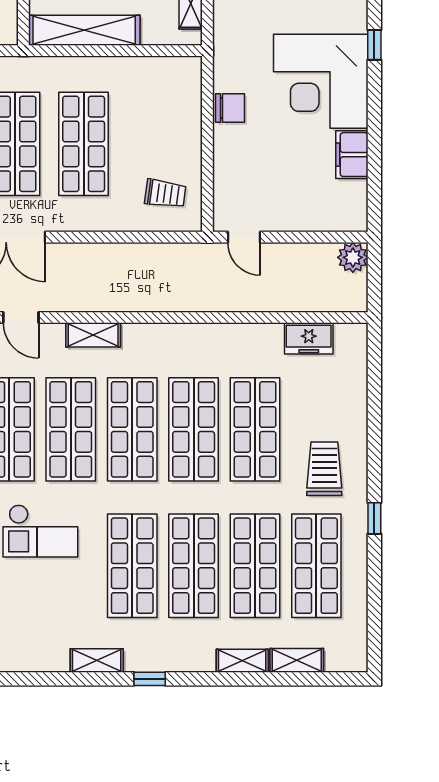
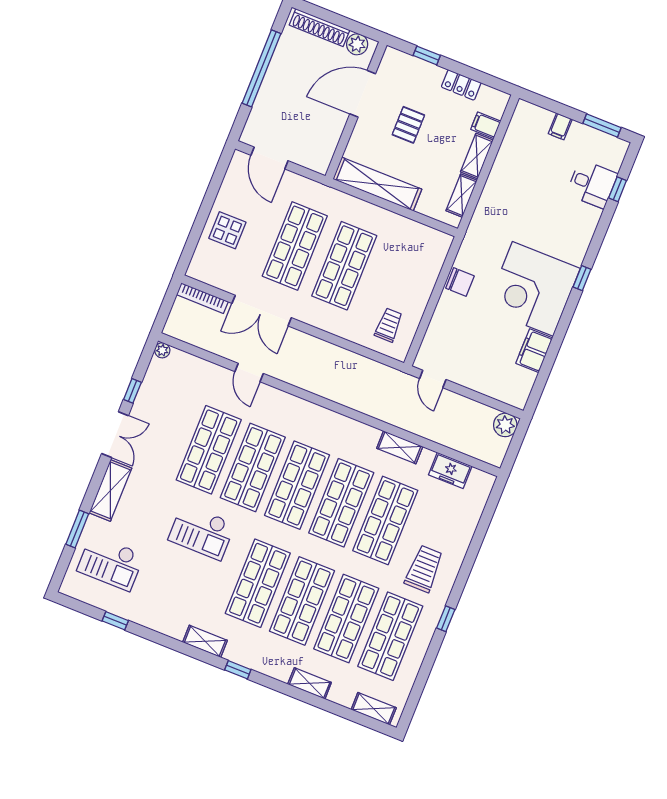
trolley: (165, 194) -> (389, 325), turned -98
shelving: (93, 335) -> (400, 447), moved
shelving: (297, 660) -> (374, 709), moved

